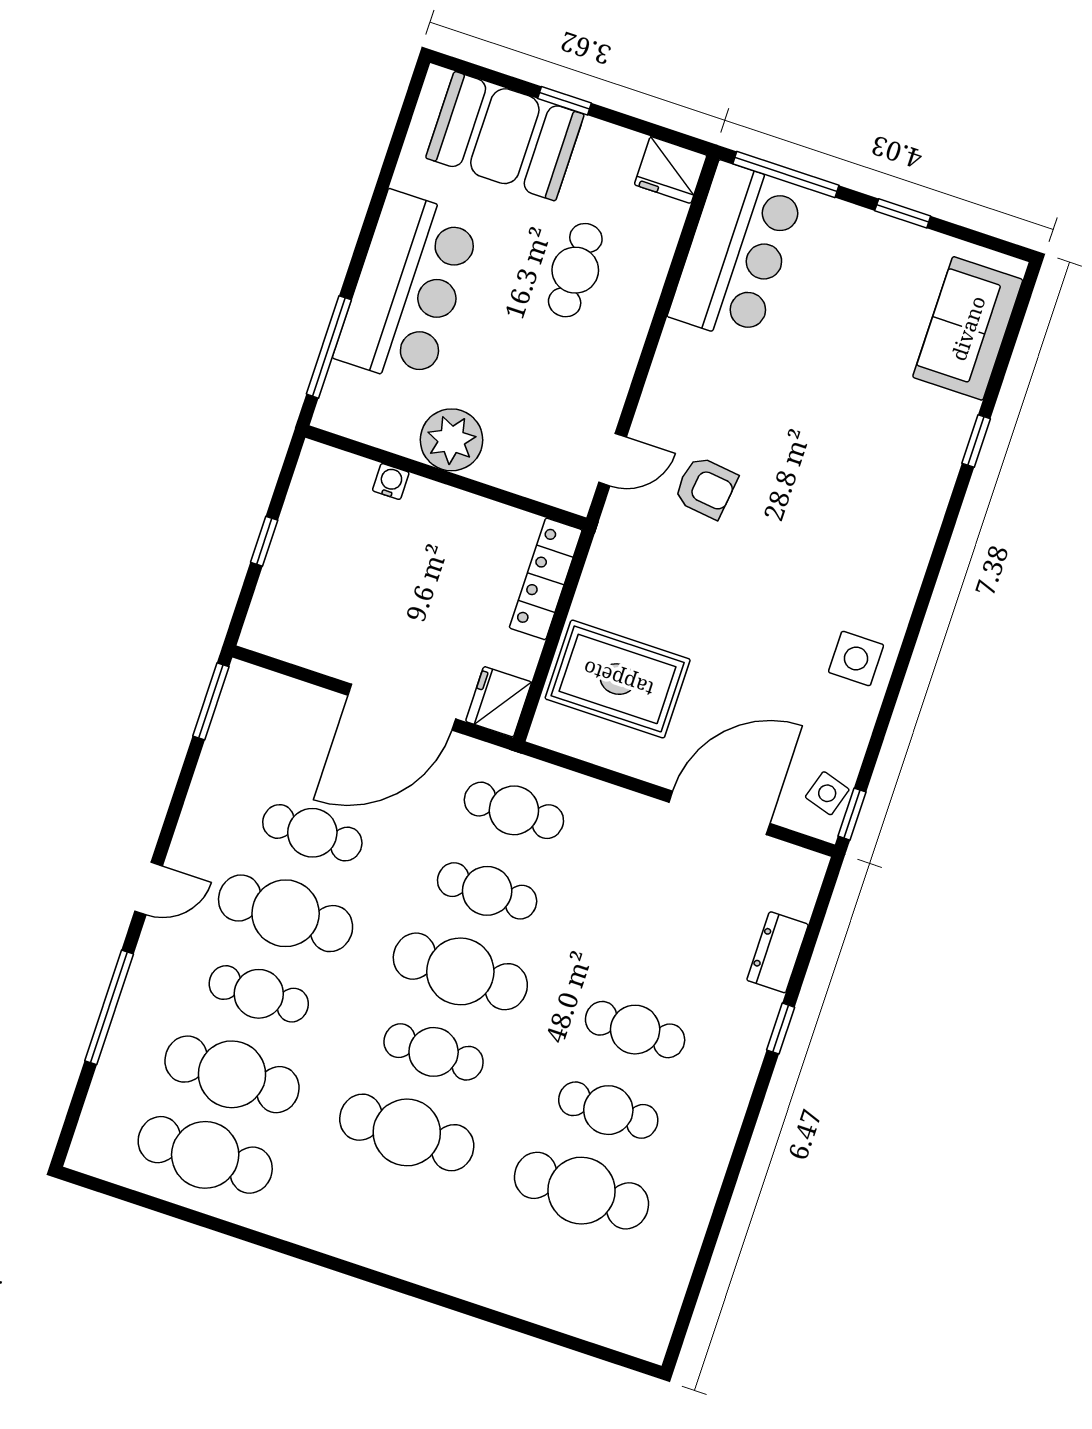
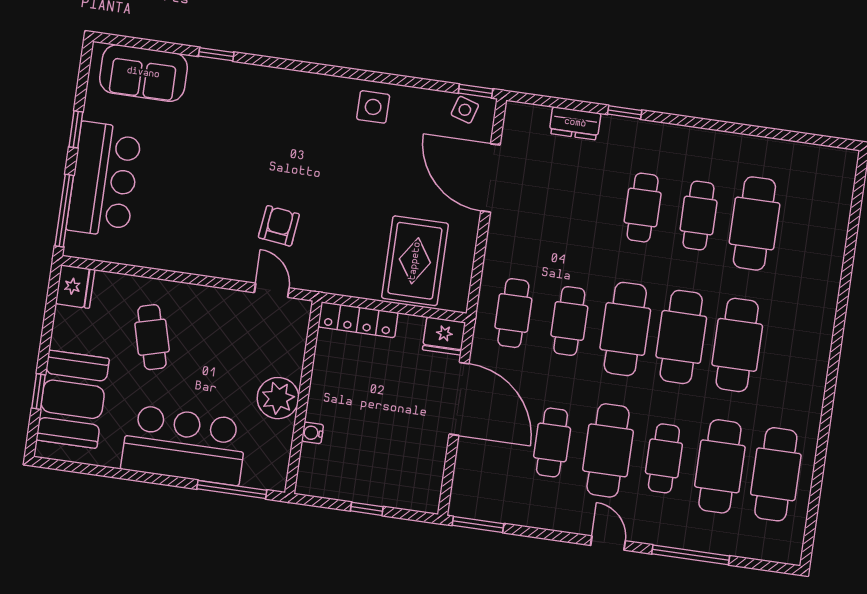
window: (564, 101) -> (39, 391), moved
bar counter: (737, 252) -> (104, 180), moved, turned 90
cafe table: (575, 270) -> (152, 337), turned 75
cafe table: (434, 1052) -> (681, 337), width x1.37, depth x1.35

